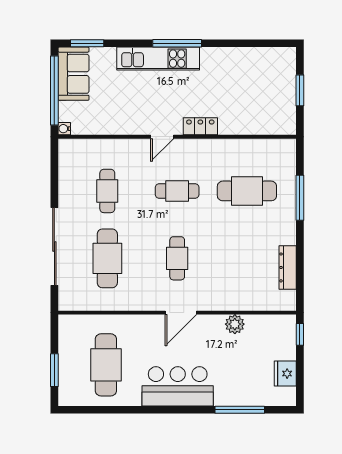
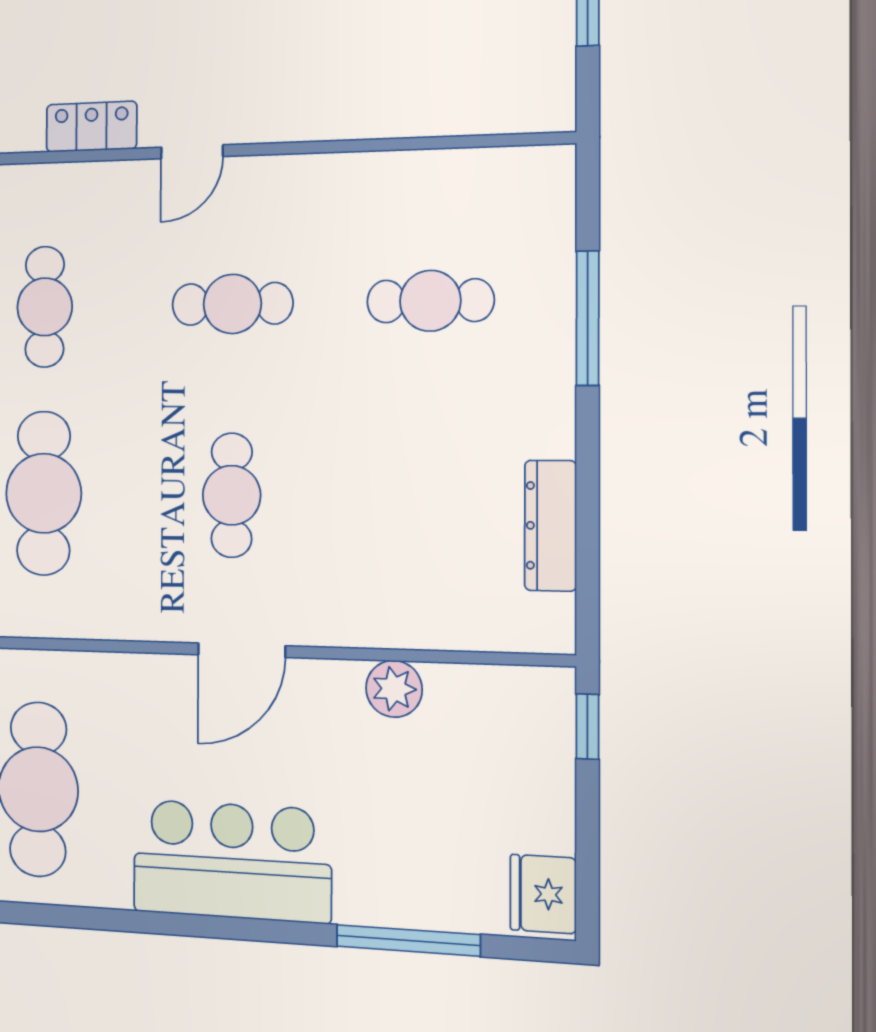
locker: (200, 126) -> (91, 127), moved
cafe table: (247, 191) -> (430, 301), width x0.73, depth x0.74
fridge: (285, 374) -> (543, 894), moved

